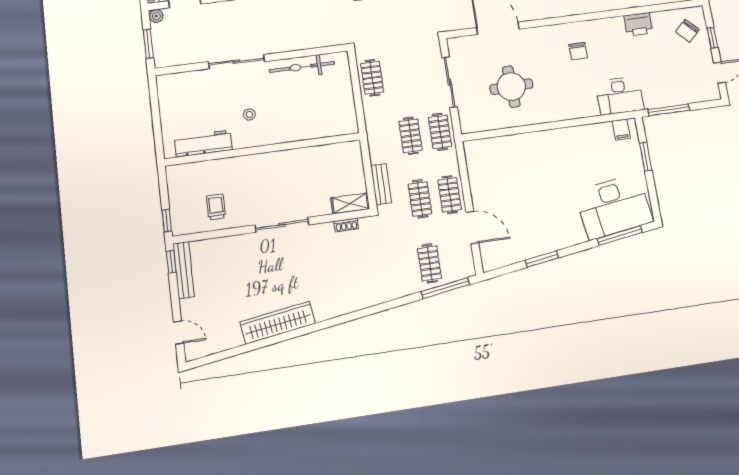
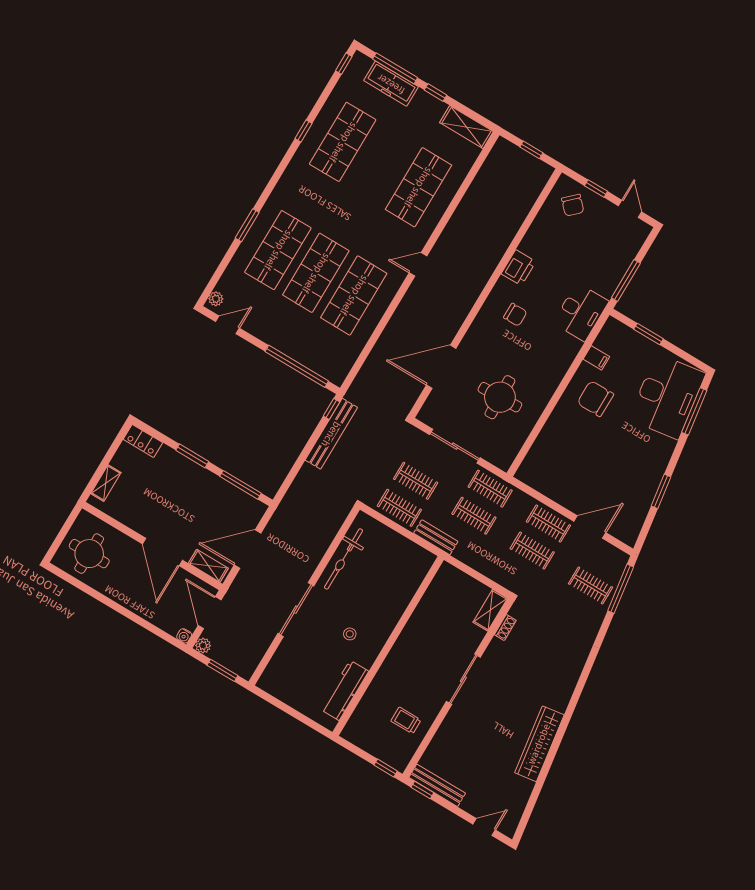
printer: (638, 24) -> (519, 268), moved
clothes rail: (401, 74) -> (416, 481), added
filing cabinet: (621, 130) -> (596, 358), moved
chair: (568, 156) -> (595, 399), added
bench: (381, 184) -> (436, 537), moved

